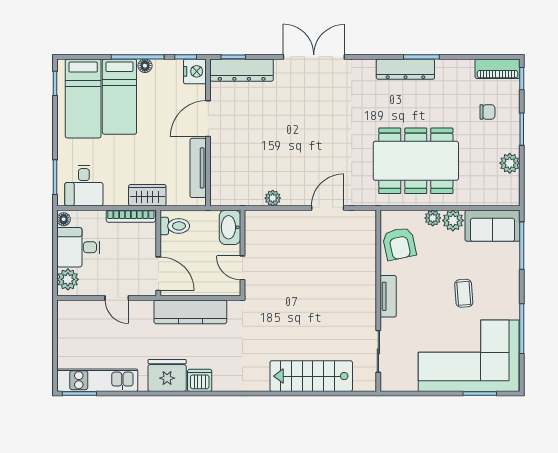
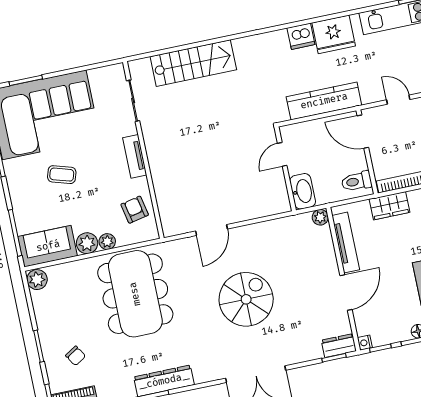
dresser: (242, 70) -> (339, 346), width x0.51, depth x0.80
nightstand: (195, 71) -> (365, 343), width x0.53, depth x0.56
chair: (487, 112) -> (76, 356), turned -122
spiral stairs: (308, 132) -> (246, 299), added
dining table: (416, 161) -> (135, 294), turned 90
plant: (510, 163) -> (37, 280), moved
plant: (273, 198) -> (320, 217), moved
armchair: (399, 244) -> (135, 210), width x0.72, depth x0.72
door: (242, 268) -> (282, 154), swing flipped
coffee table: (464, 293) -> (62, 175), turned -69

